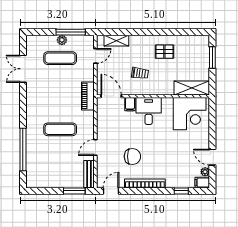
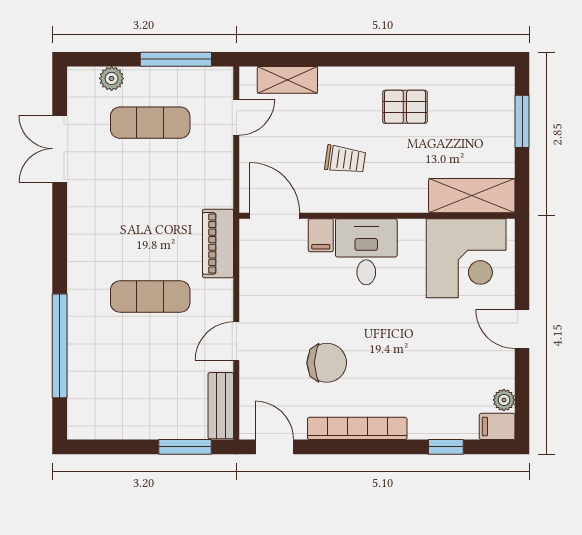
plant: (62, 40) -> (112, 78), moved
piano: (88, 96) -> (218, 243), moved
door: (212, 157) -> (522, 329), moved
door: (111, 191) -> (274, 447), hinge flipped

